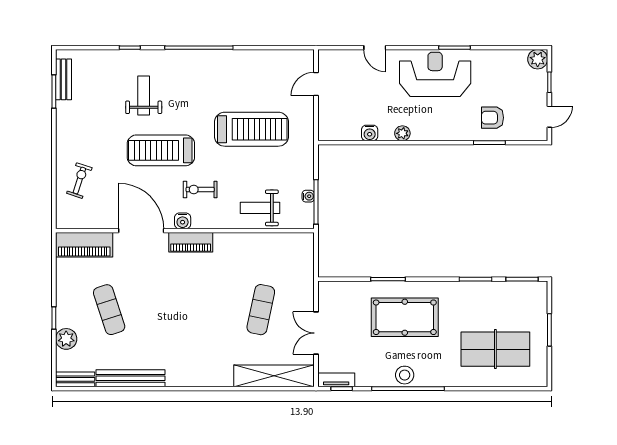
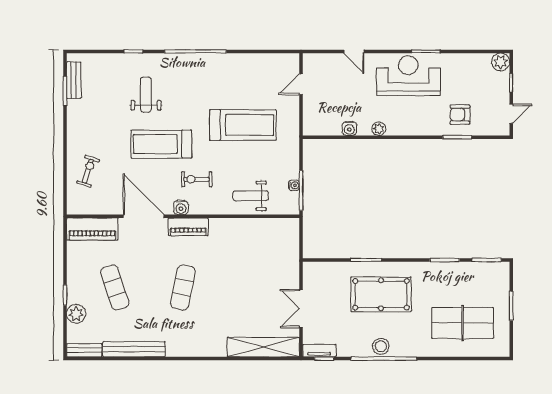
exercise mat: (261, 310) -> (183, 287), moved

